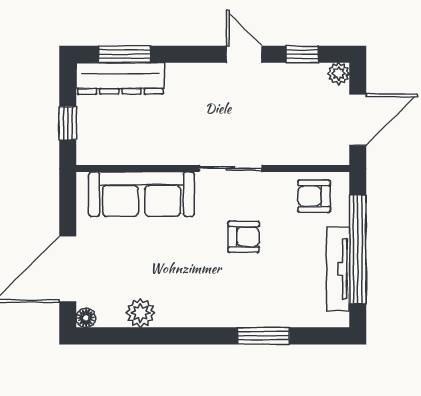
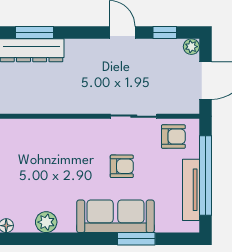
sliding door: (230, 168) -> (134, 116), moved
sofa: (142, 194) -> (116, 216), moved, turned 180
armchair: (314, 196) -> (173, 137), turned 180

